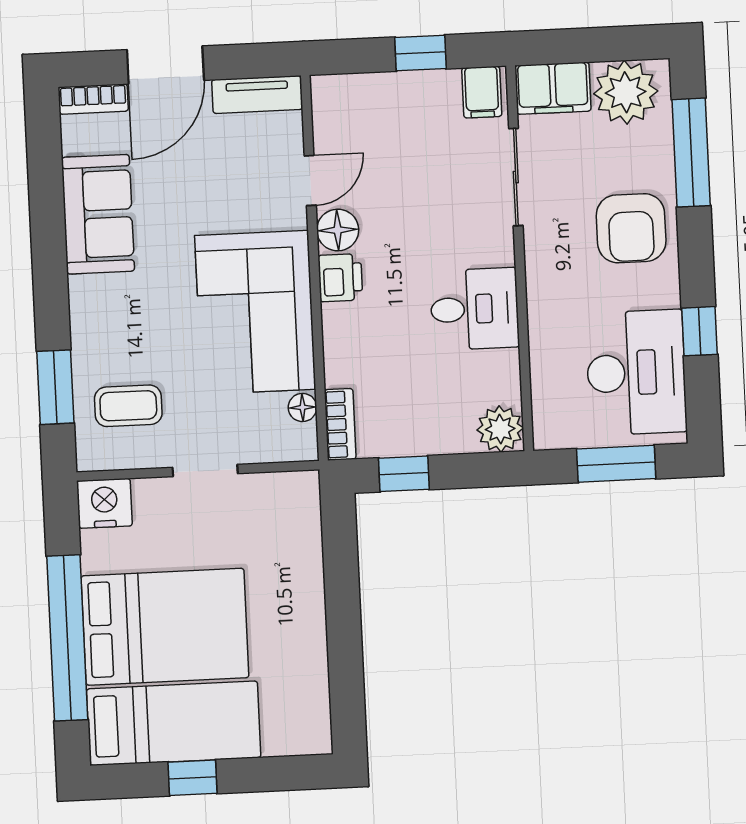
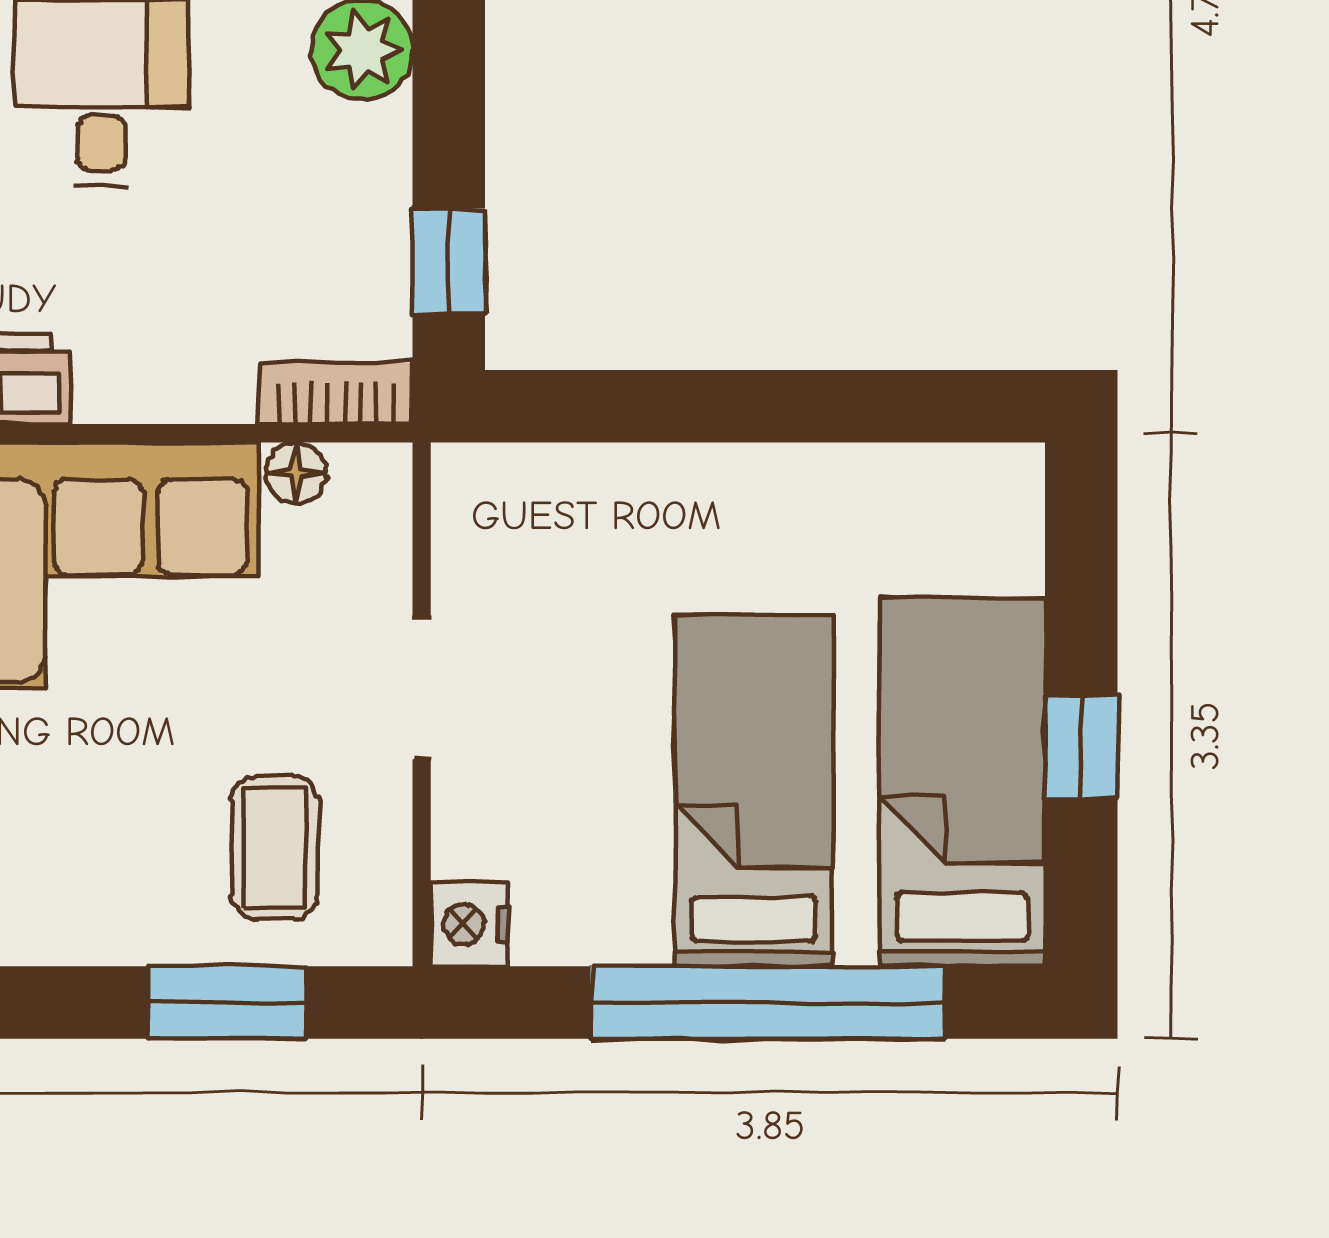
nightstand: (104, 503) -> (470, 924), width x0.74, depth x0.75
bed: (165, 627) -> (754, 791), width x0.67

